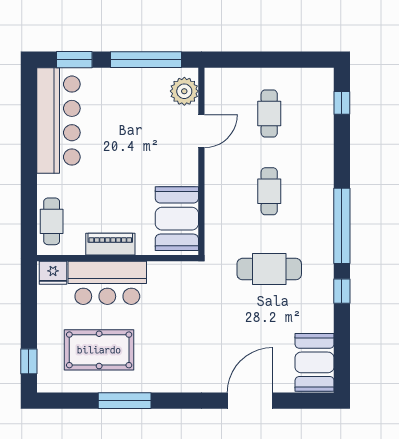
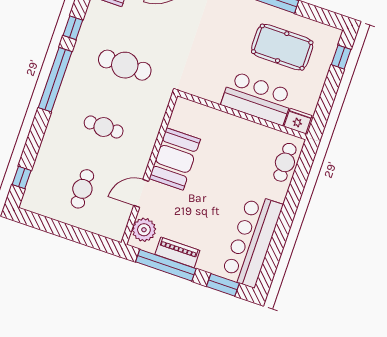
cafe table: (269, 191) -> (104, 127), turned 90
booth: (177, 219) -> (175, 159), moved
piano: (110, 244) -> (177, 252), moved, turned 180

